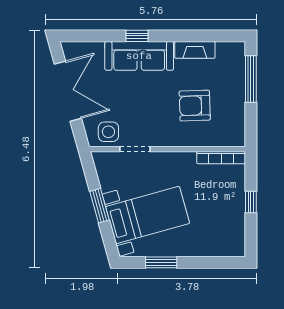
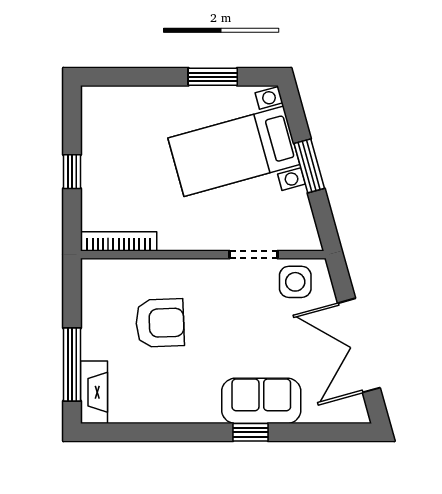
fireplace: (195, 50) -> (94, 392), moved, turned 90
sofa: (139, 56) -> (261, 401), width x0.73

